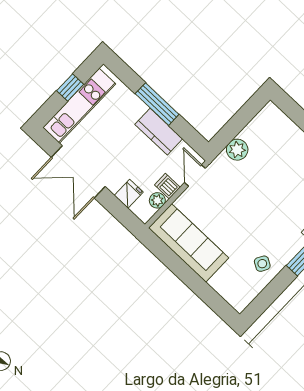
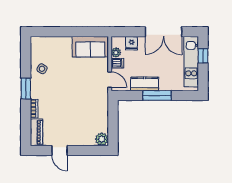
window: (70, 88) -> (203, 56), moved
plant: (237, 150) -> (102, 139), moved
double door: (78, 172) -> (163, 32), swing flipped
sofa: (189, 243) -> (90, 47), width x0.73

